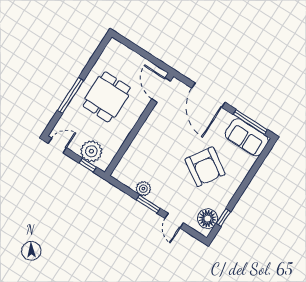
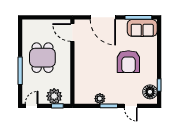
armchair: (205, 167) -> (128, 62), turned 57

